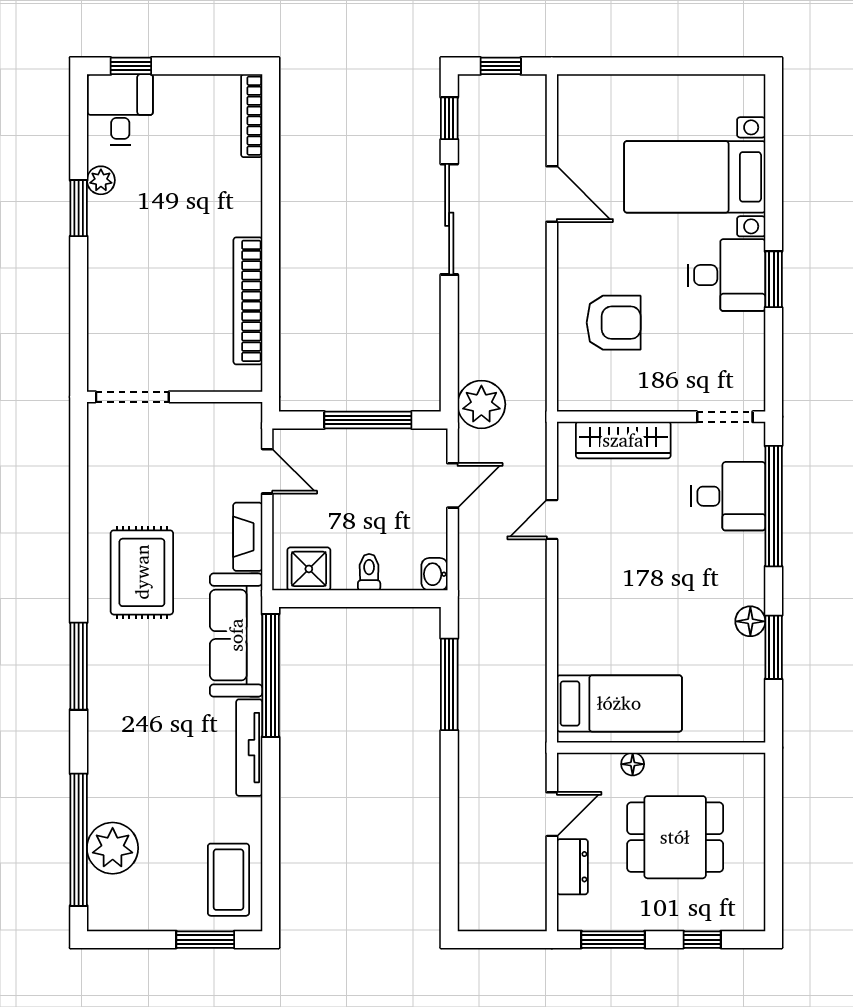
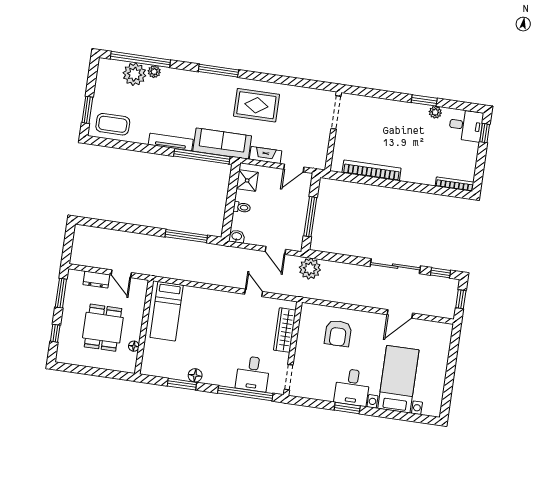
floor lamp: (633, 764) -> (134, 346), moved
plant: (101, 806) -> (154, 72), added

